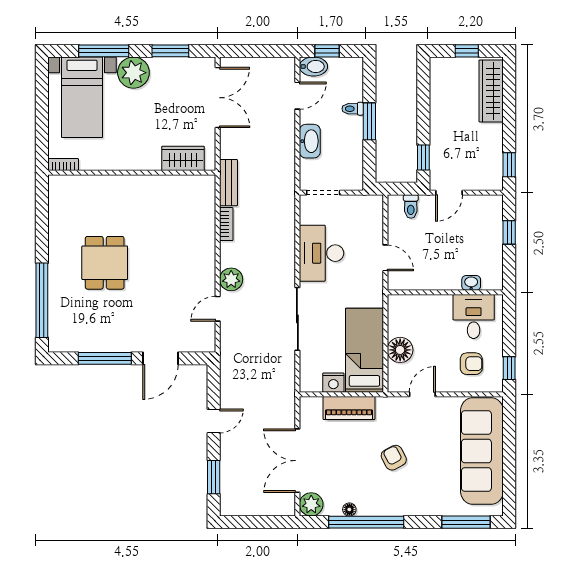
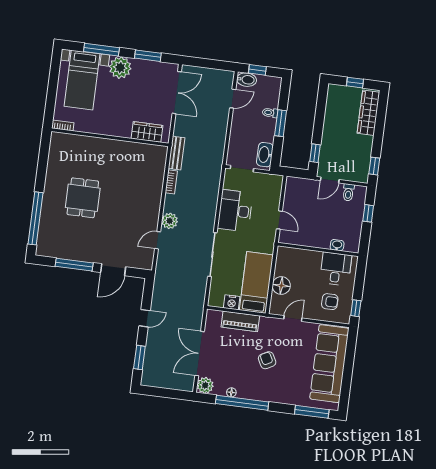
washbasin: (310, 141) -> (265, 155), moved, turned 180
toilet: (411, 207) -> (348, 192), moved

